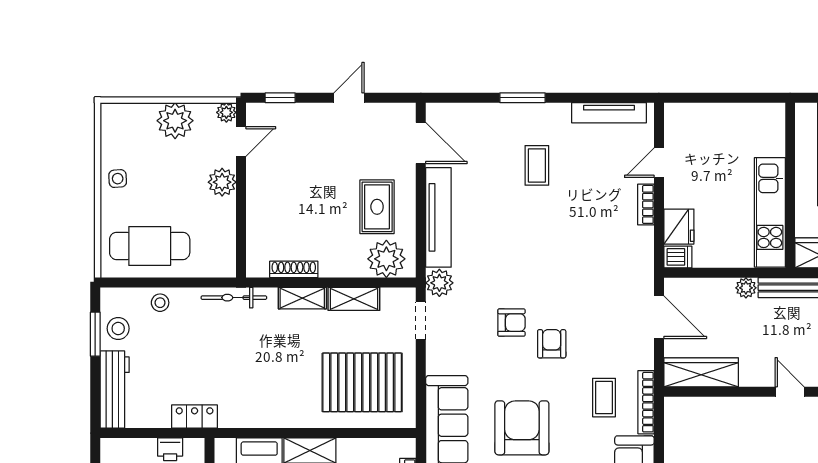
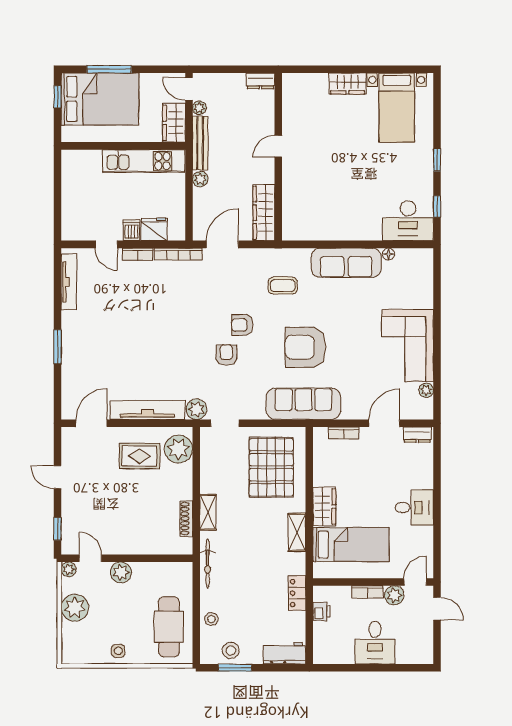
coffee table: (537, 165) -> (108, 336), removed
dishwasher: (678, 257) -> (132, 230), moved
shelving: (354, 299) -> (297, 532), moved
workbench: (115, 389) -> (285, 653), width x0.73
bookcase: (646, 402) -> (178, 254), moved

